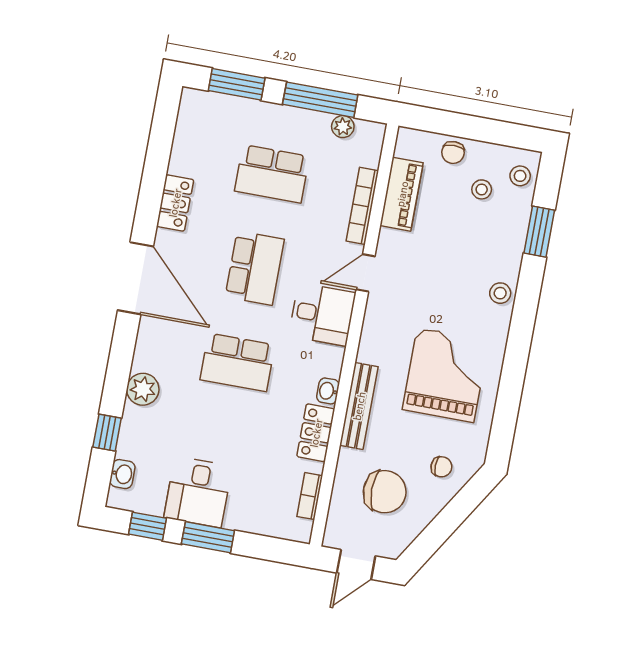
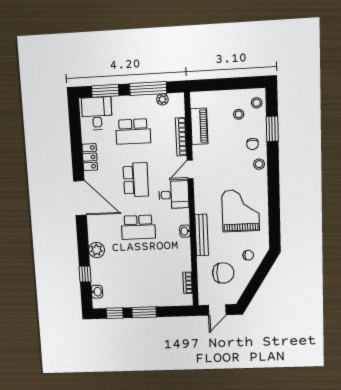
chair: (453, 152) -> (252, 144), moved
locker: (316, 433) -> (184, 252), removed
desk: (198, 492) -> (97, 113), moved, turned 180

